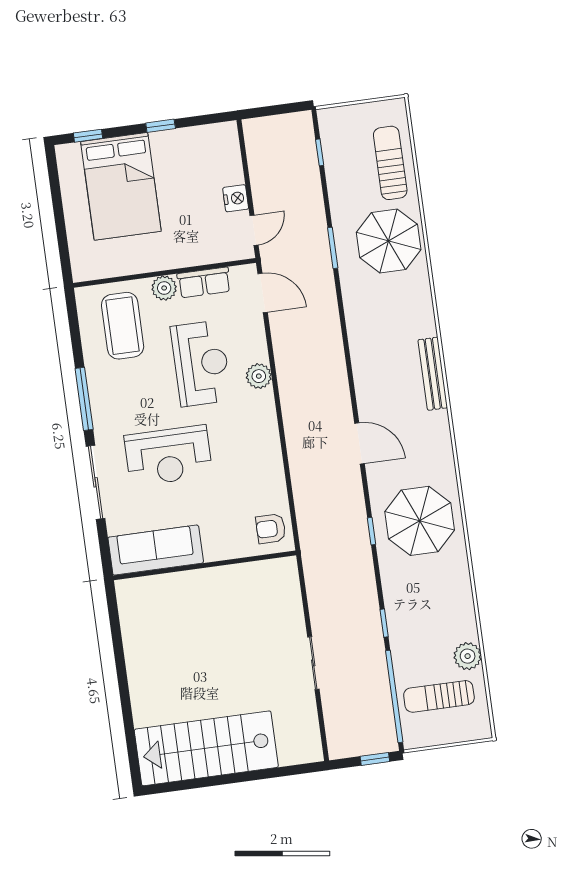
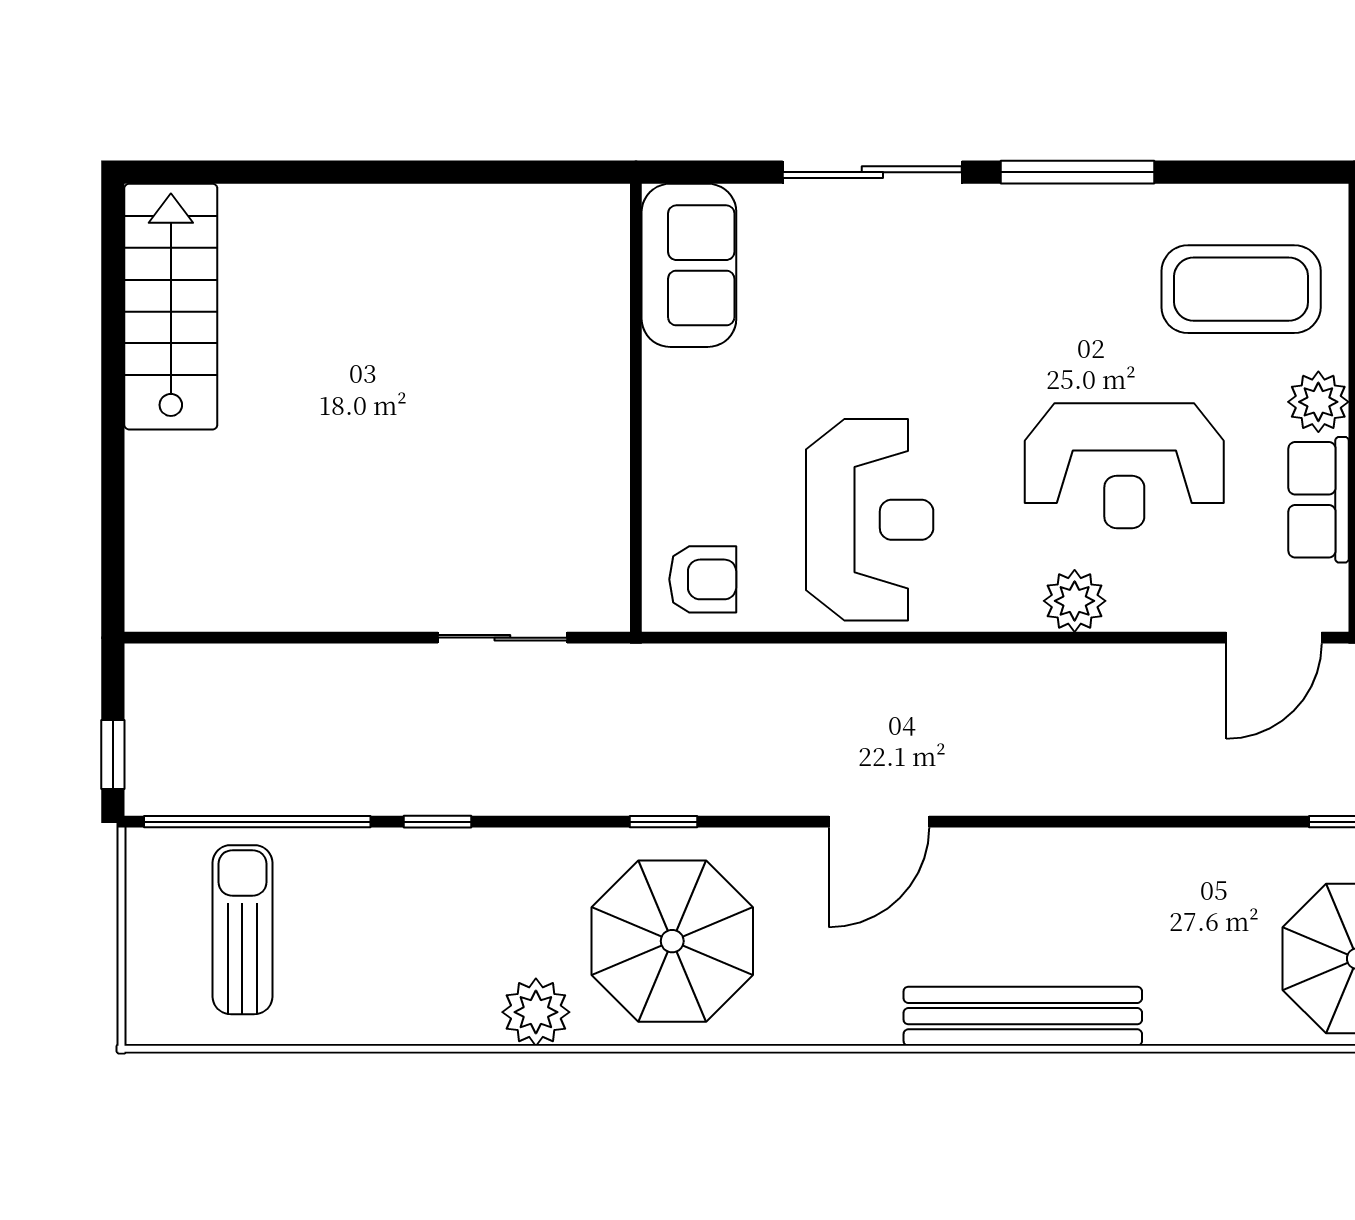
bench: (433, 374) -> (1023, 1016), width x1.37, depth x1.21
reception desk: (168, 456) -> (870, 520), moved, turned 180
armchair: (271, 529) -> (703, 579), turned 90
sofa: (156, 550) -> (689, 265), width x0.73
plant: (468, 656) -> (536, 1012), moved
sliding door: (313, 663) -> (502, 638), moved
stairs: (206, 748) -> (171, 307), width x0.73, depth x0.66

